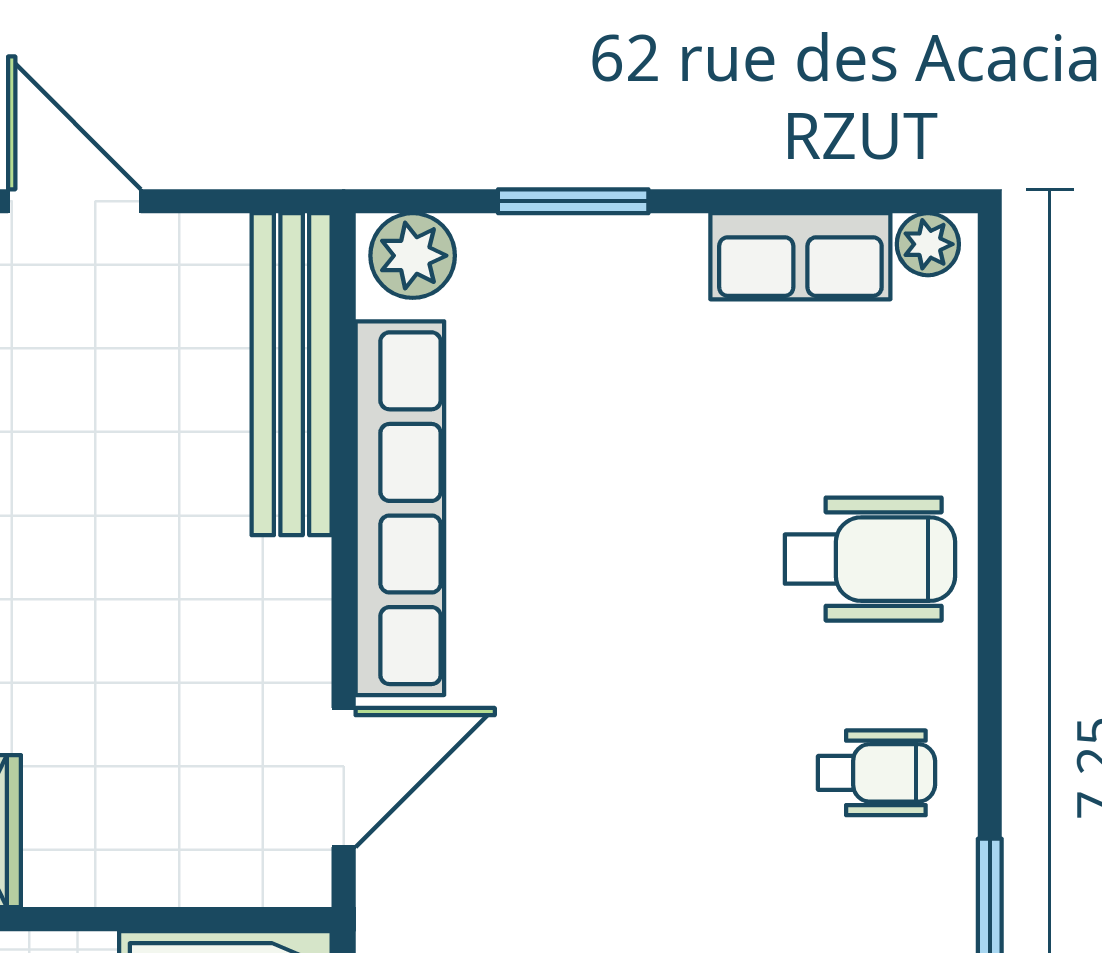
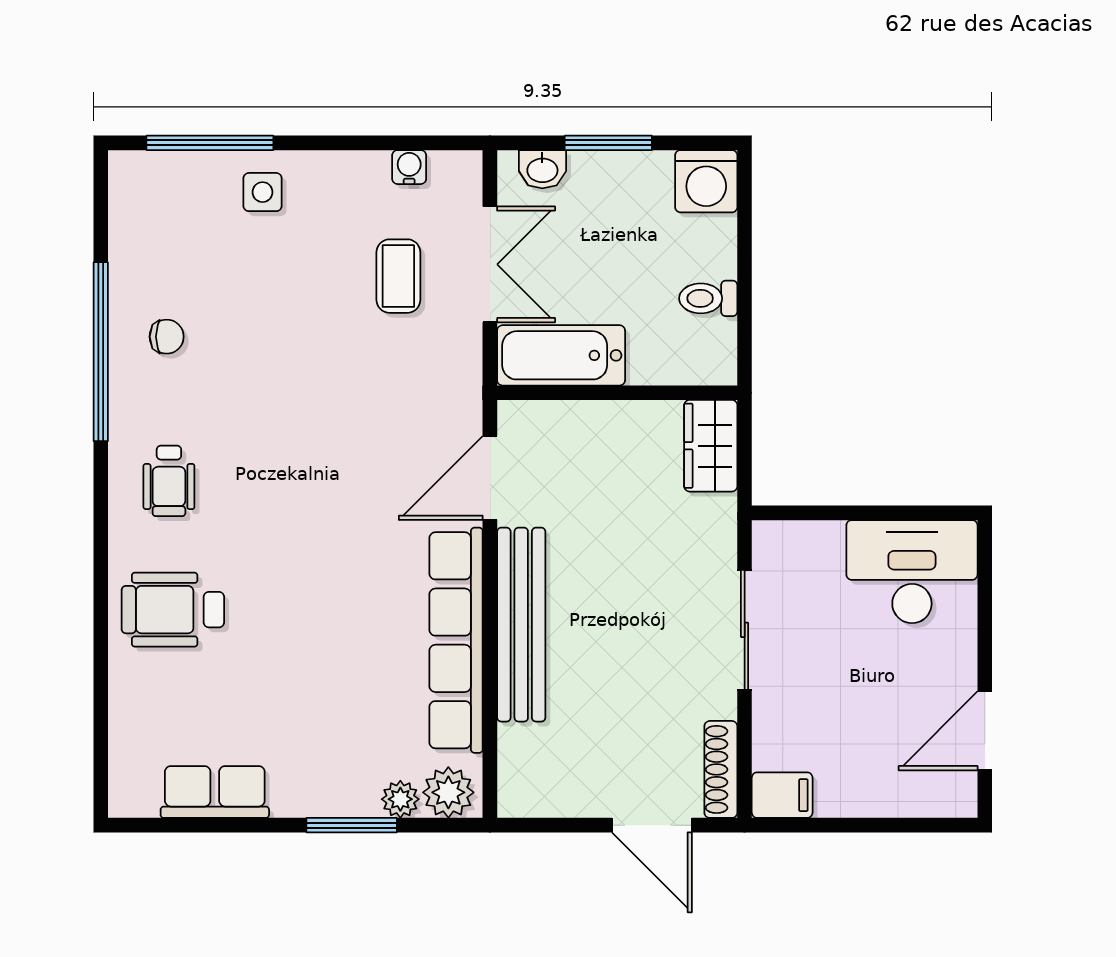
plant: (928, 244) -> (400, 799), moved
bench: (292, 374) -> (521, 625), moved
wheelchair: (876, 773) -> (169, 481), turned -90

